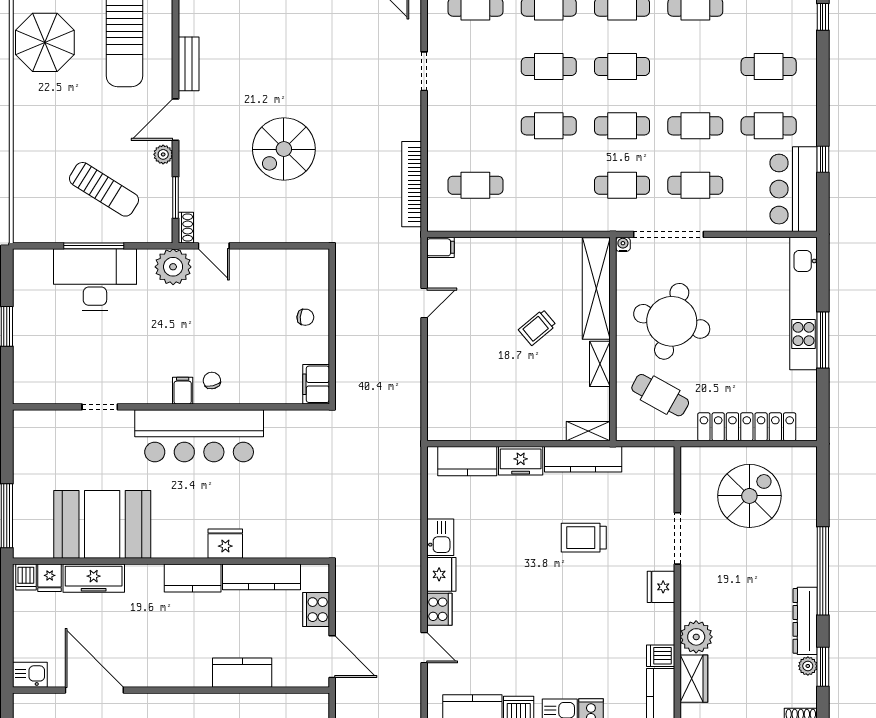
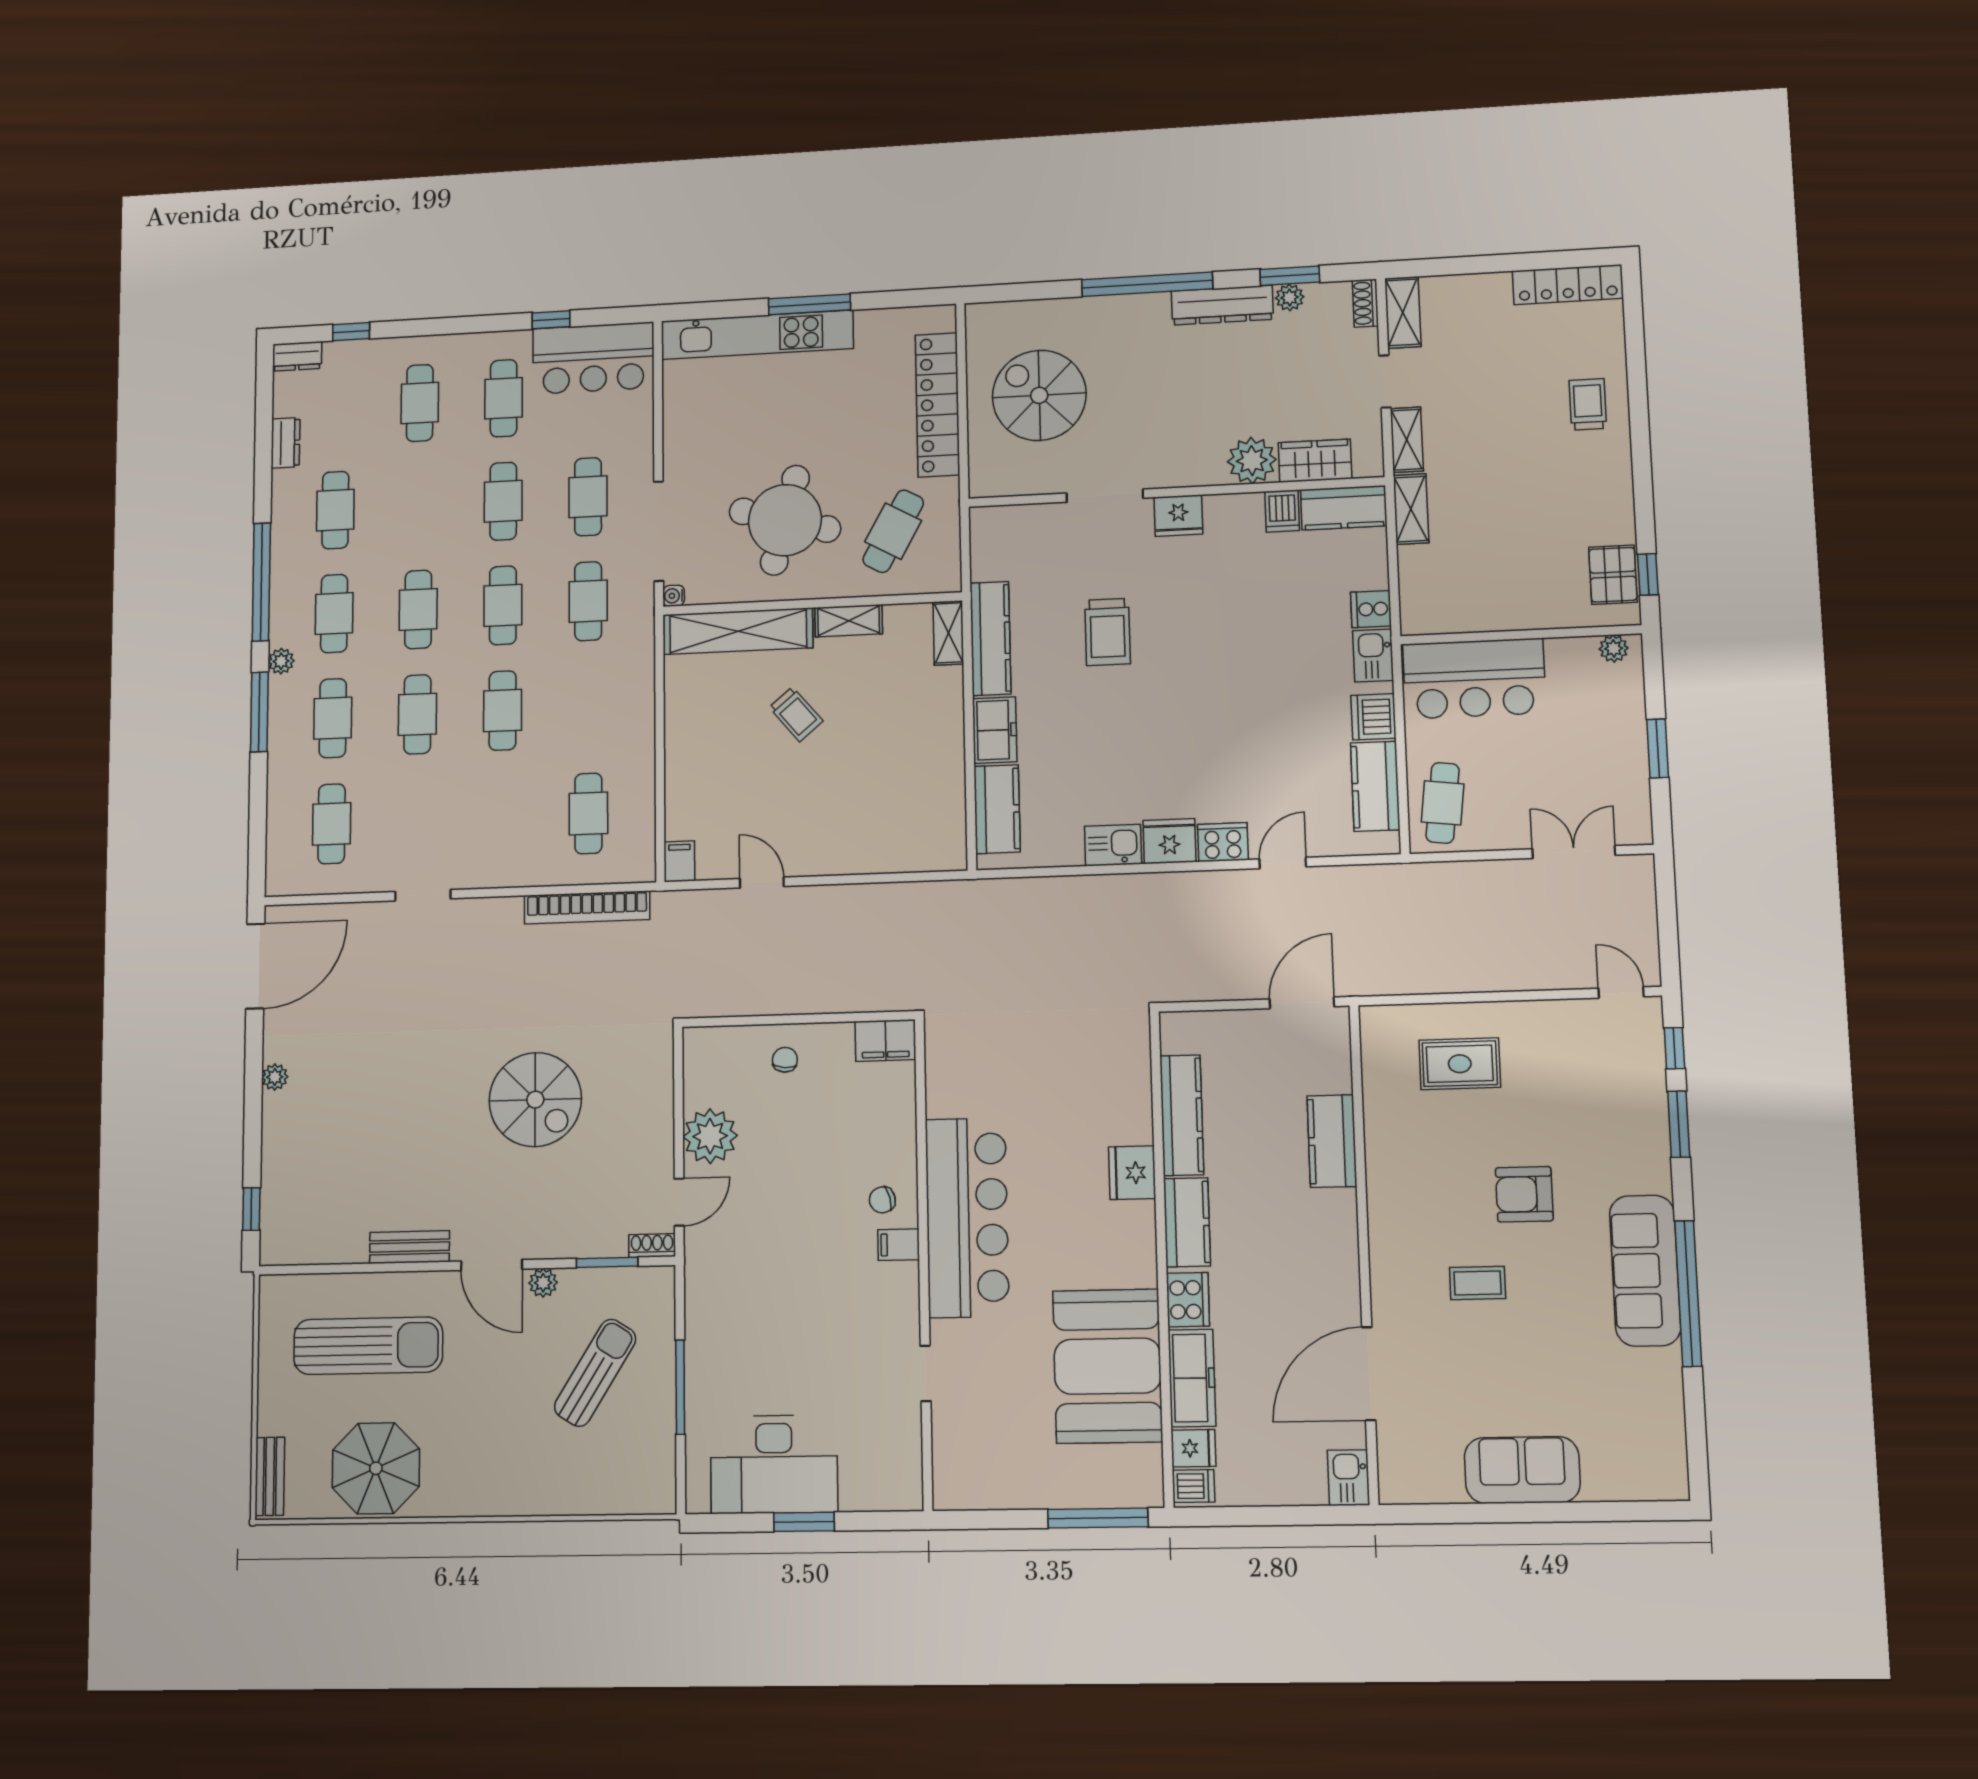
plant: (173, 267) -> (710, 1136), moved
desk: (95, 279) -> (774, 1464), moved, turned -90
cooker: (316, 610) -> (1188, 1300), moved, turned -90

